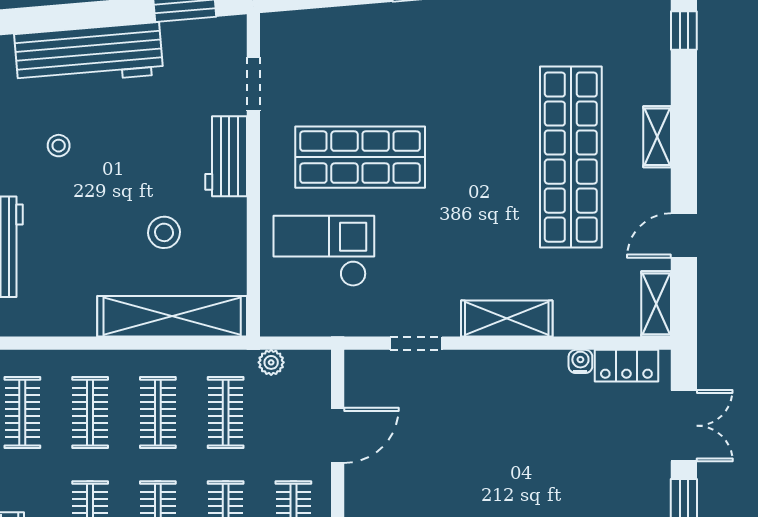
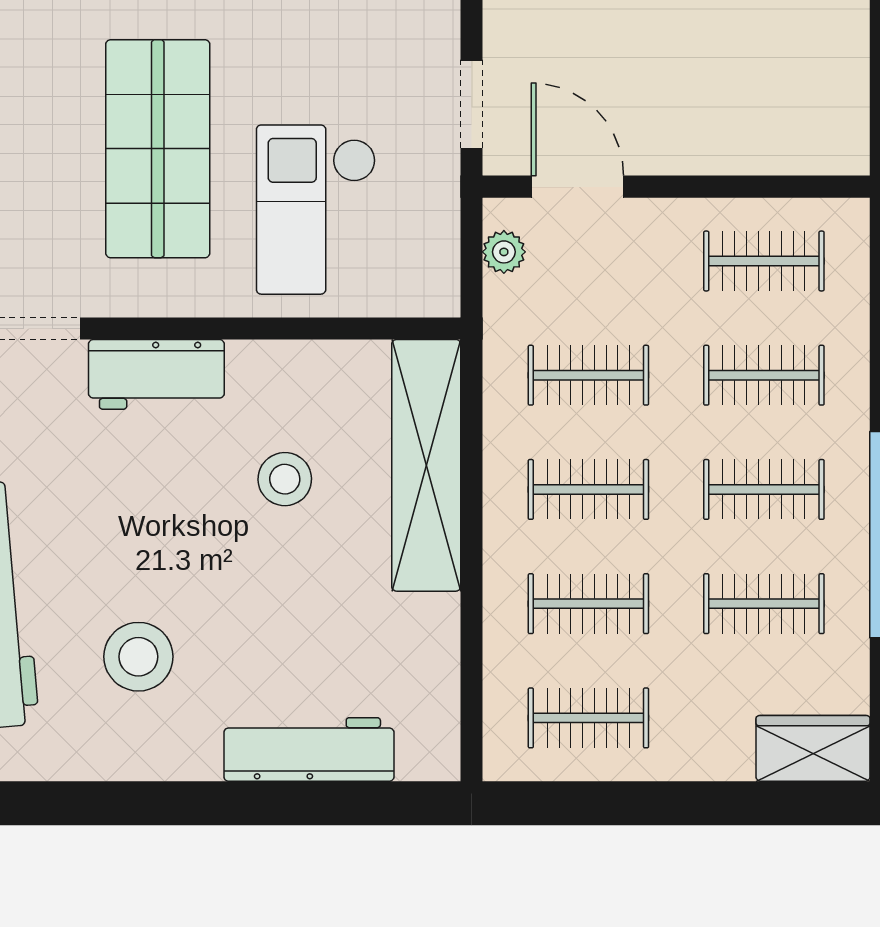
stool: (59, 146) -> (138, 657), width x1.89, depth x1.89
doorway: (416, 343) -> (472, 104), moved
plant: (271, 362) -> (504, 252), moved
door: (338, 435) -> (577, 187), moved

